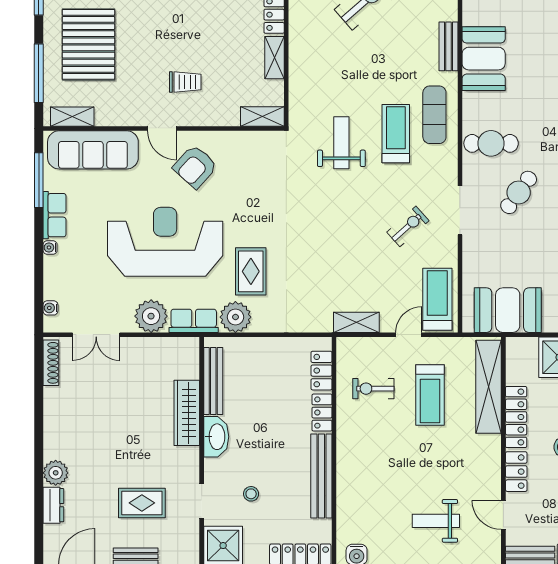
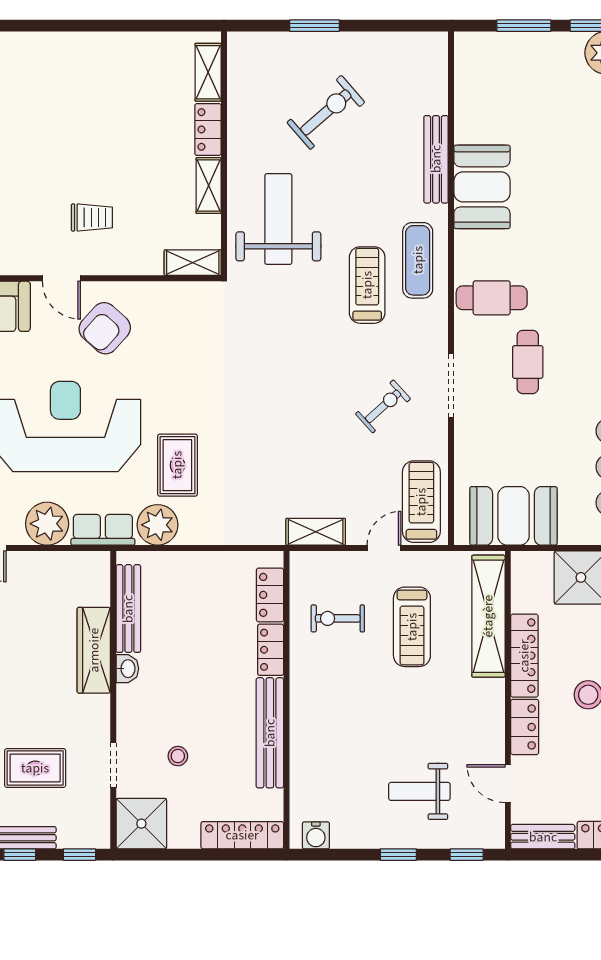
bench: (448, 46) -> (436, 159), width x1.36
weight bench: (341, 143) -> (278, 219), moved, width x1.36, depth x1.33
cafe table: (519, 192) -> (528, 362), turned -36
washbasin: (216, 437) -> (127, 669), width x0.52, depth x0.69

